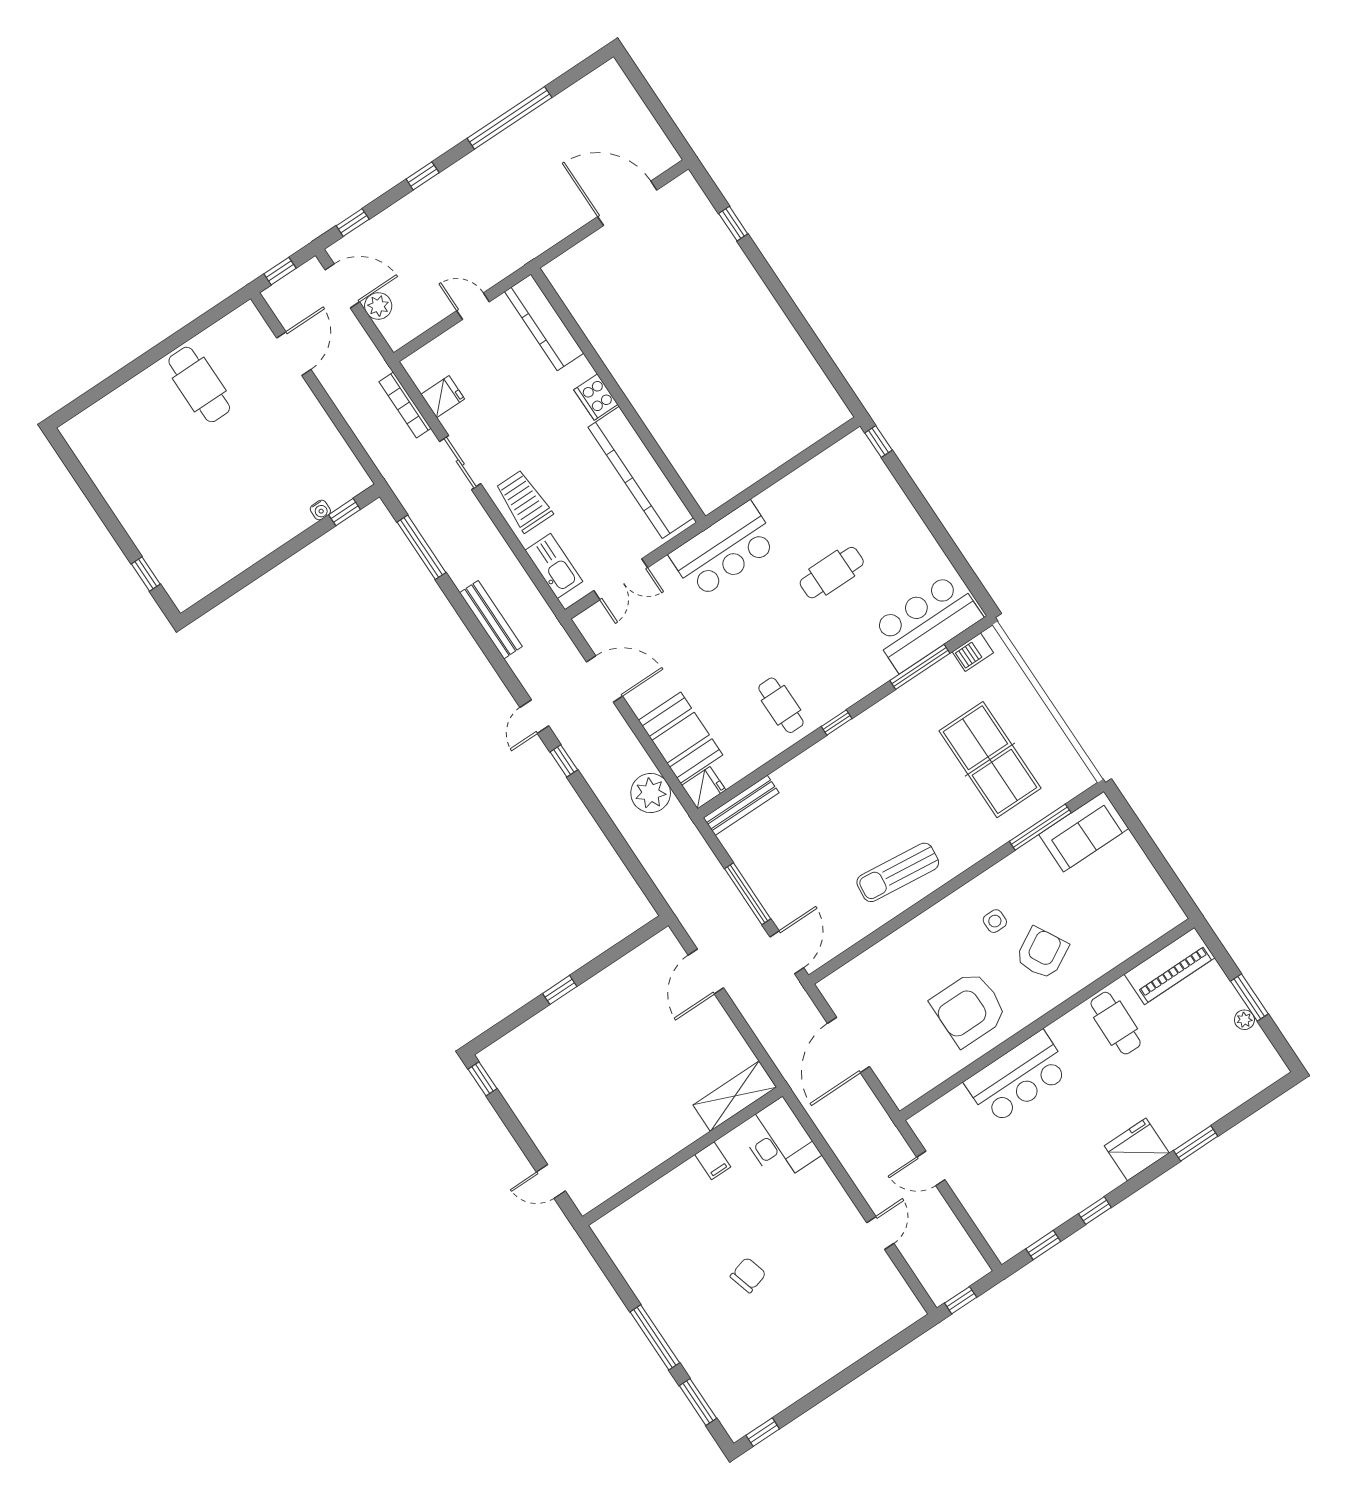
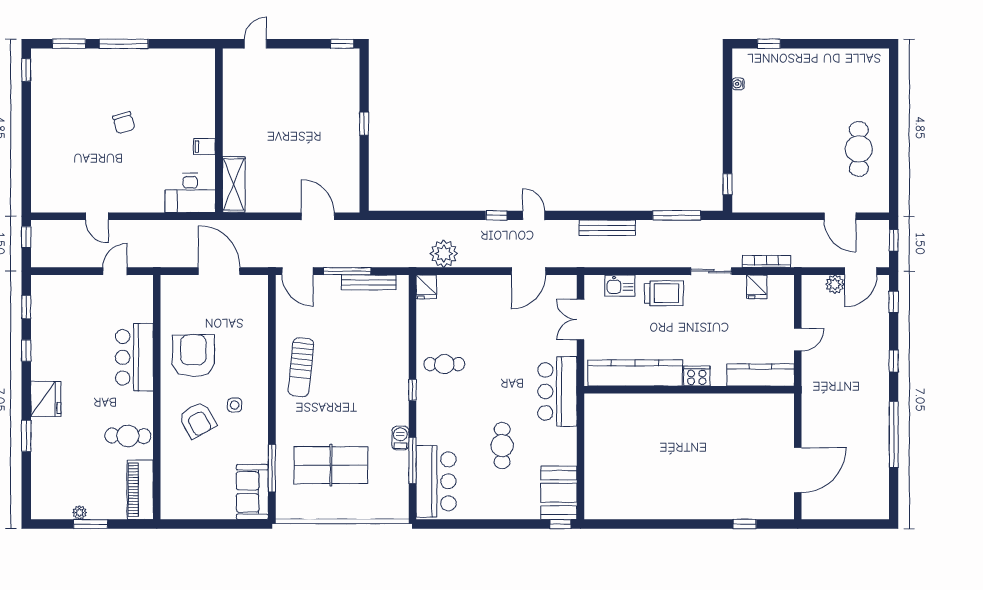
cafe table: (199, 384) -> (859, 149), turned 90
water cooler: (320, 510) -> (738, 84), moved
kitchen sink: (554, 566) -> (620, 286), width x0.73
barbecue: (973, 652) -> (400, 438), moved
booth: (681, 738) -> (559, 493), moved, turned 90
bench: (741, 805) -> (369, 282), moved, turned 90
sun lounger: (898, 872) -> (301, 367), turned 180

